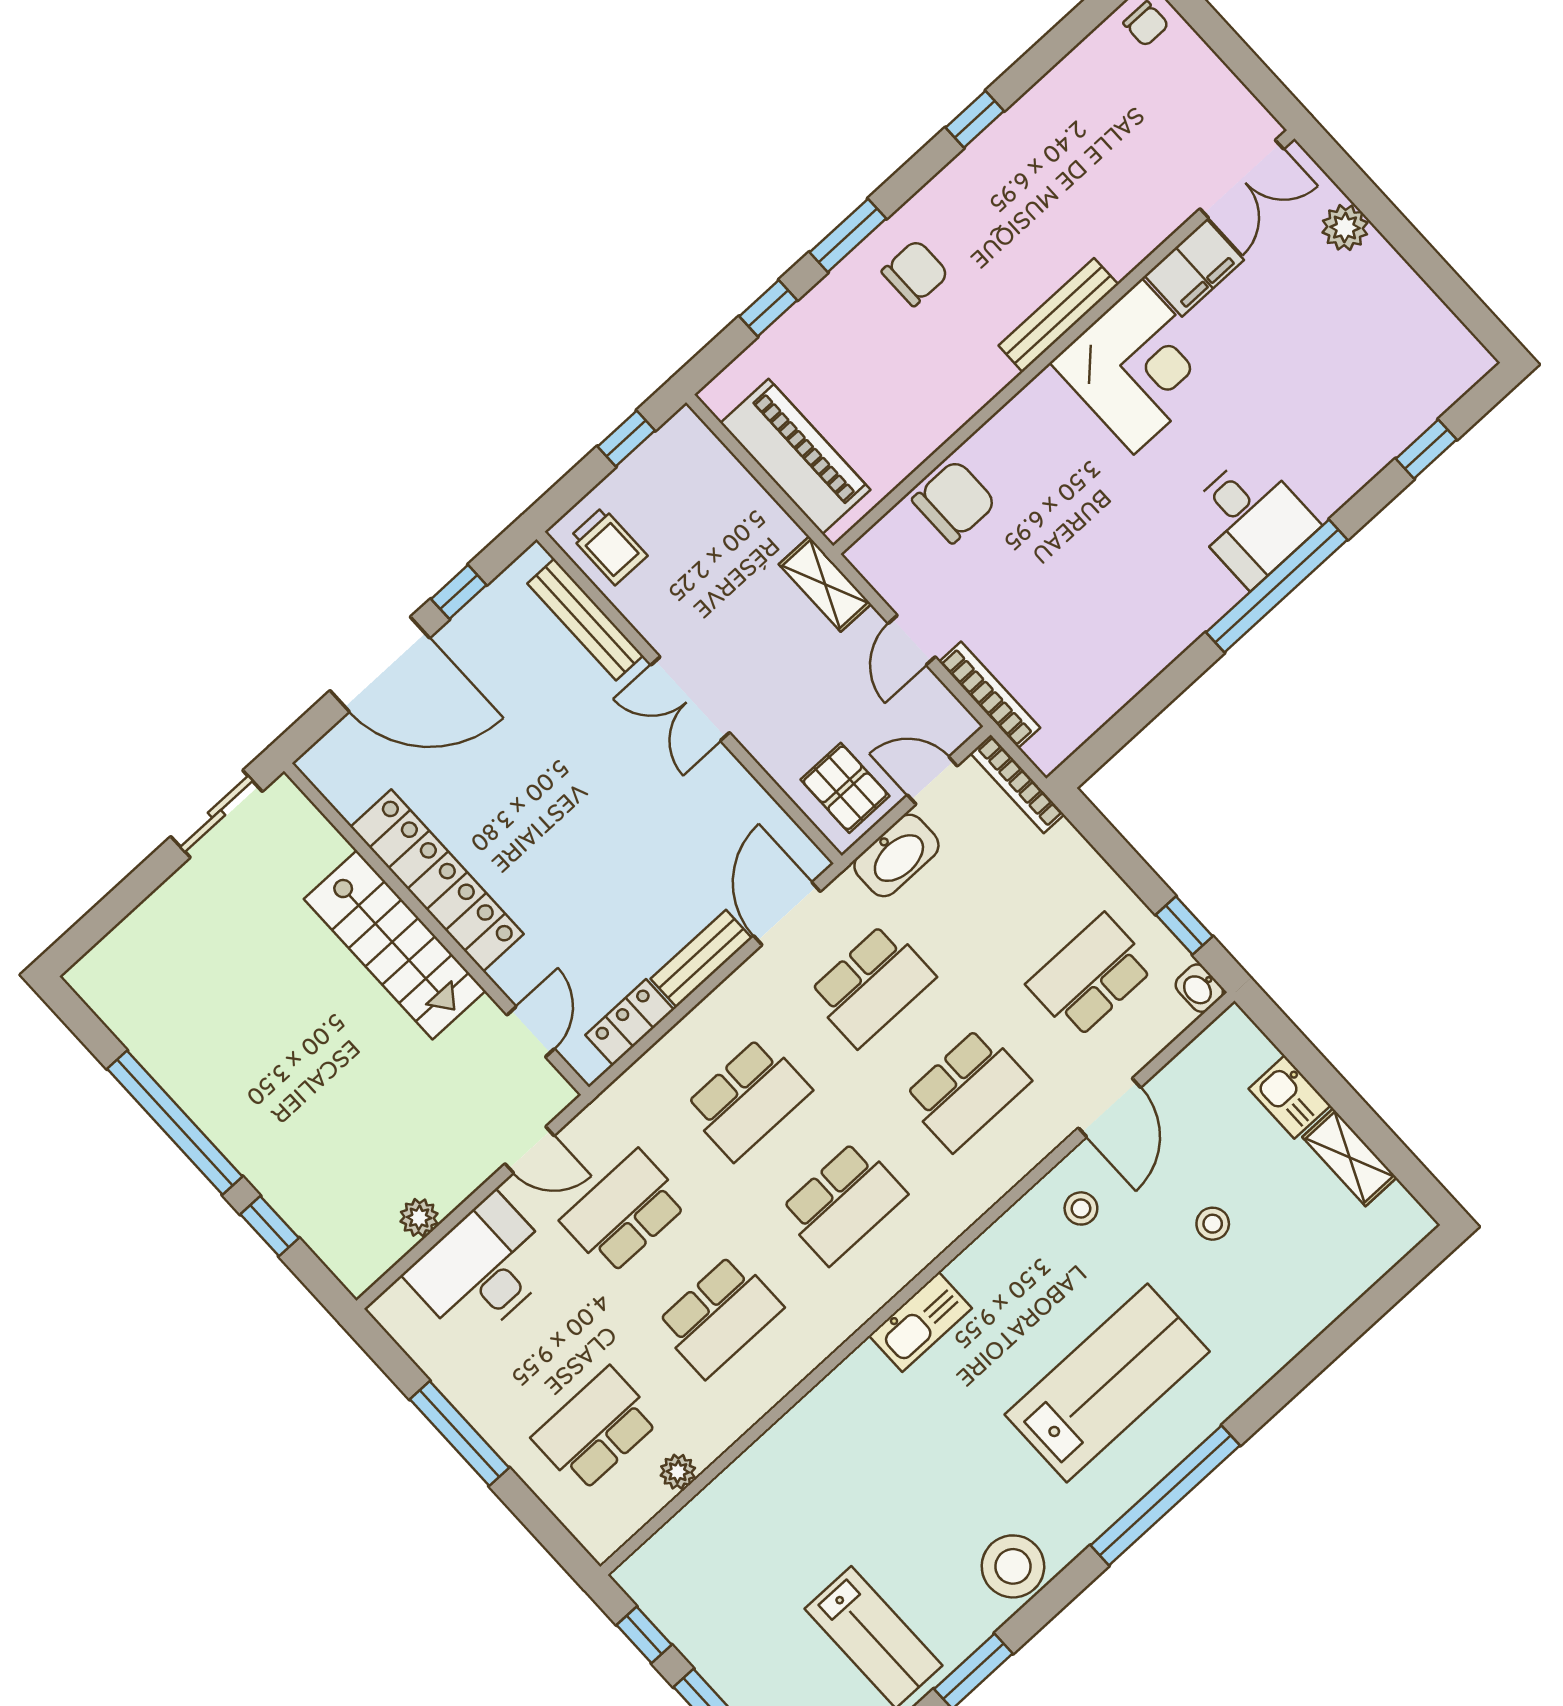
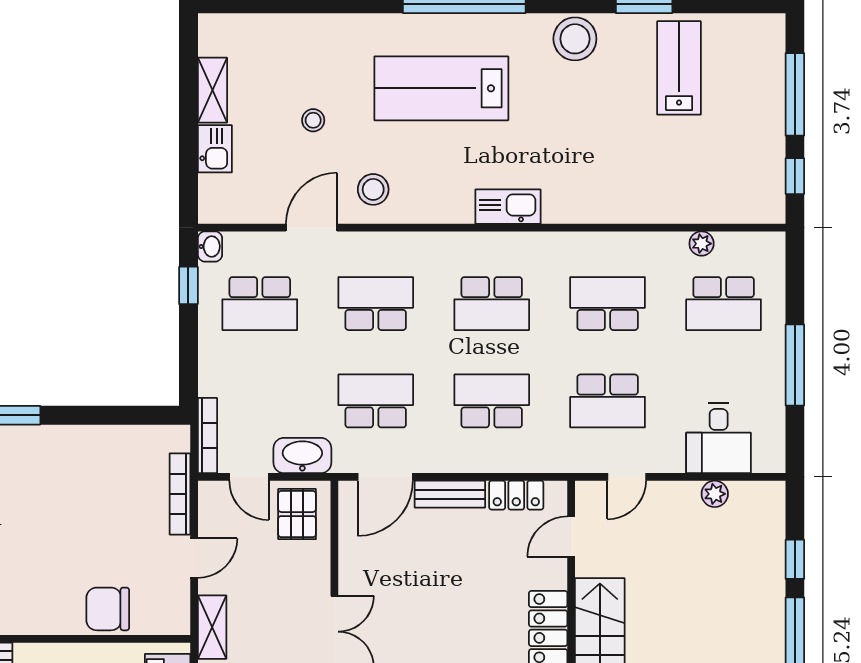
door: (530, 1150) -> (627, 477), swing flipped
school desk: (843, 1203) -> (492, 304), turned 180
stool: (1081, 1208) -> (373, 189), width x1.37, depth x1.37
desk: (482, 1269) -> (719, 438), width x0.73

